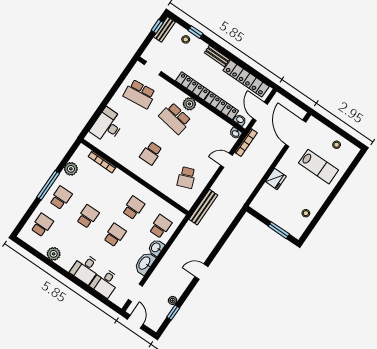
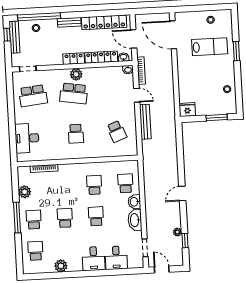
bench: (164, 29) -> (14, 37), width x1.36
window: (196, 32) -> (39, 17), width x3.17
locker: (193, 86) -> (74, 59), width x0.66
door: (226, 160) -> (137, 95), swing flipped
fridge: (276, 179) -> (187, 110), moved, turned -90
window: (338, 187) -> (236, 51), added
bench: (203, 207) -> (145, 122), moved

